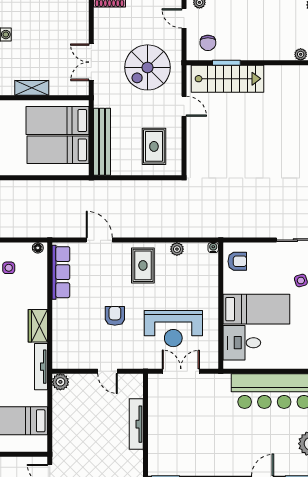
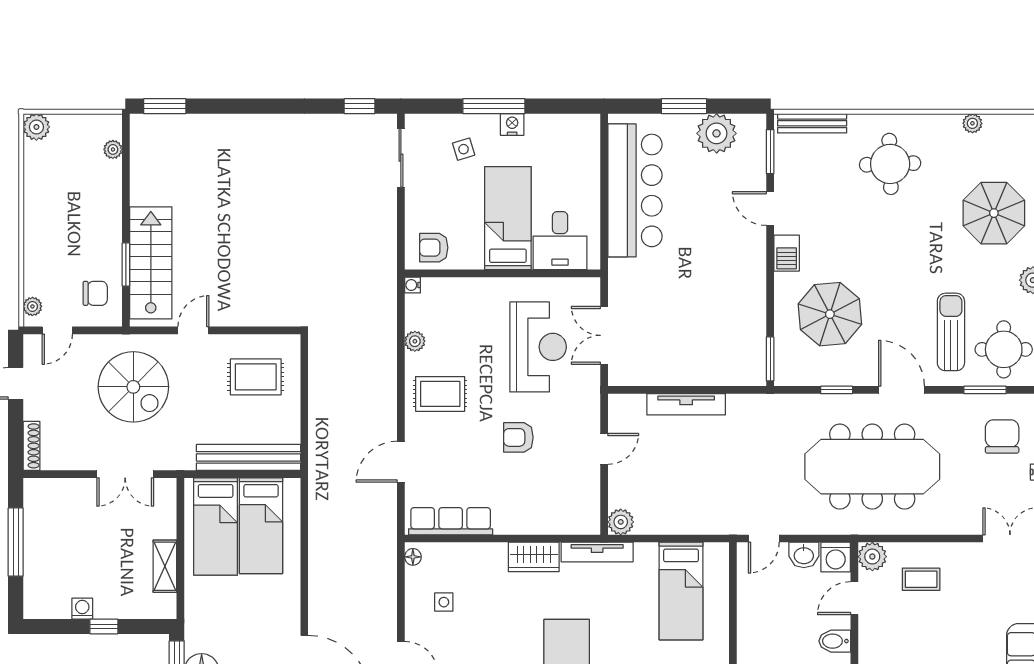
armchair: (237, 261) -> (434, 248), turned -90

